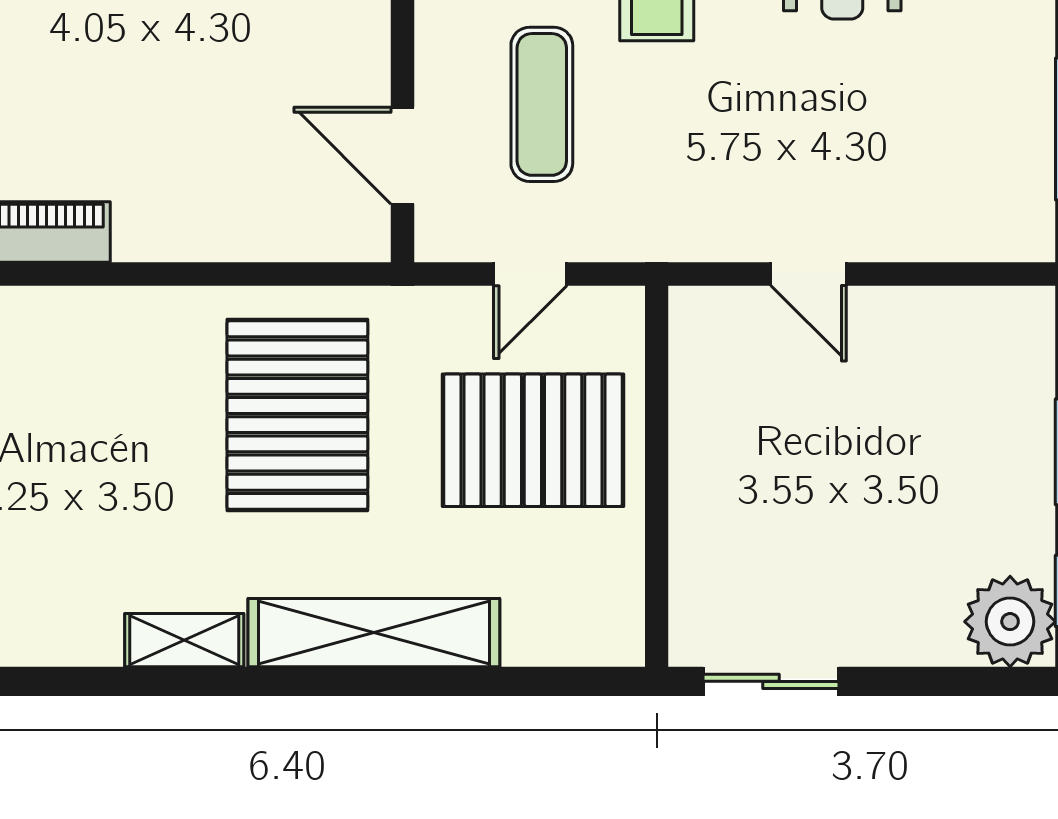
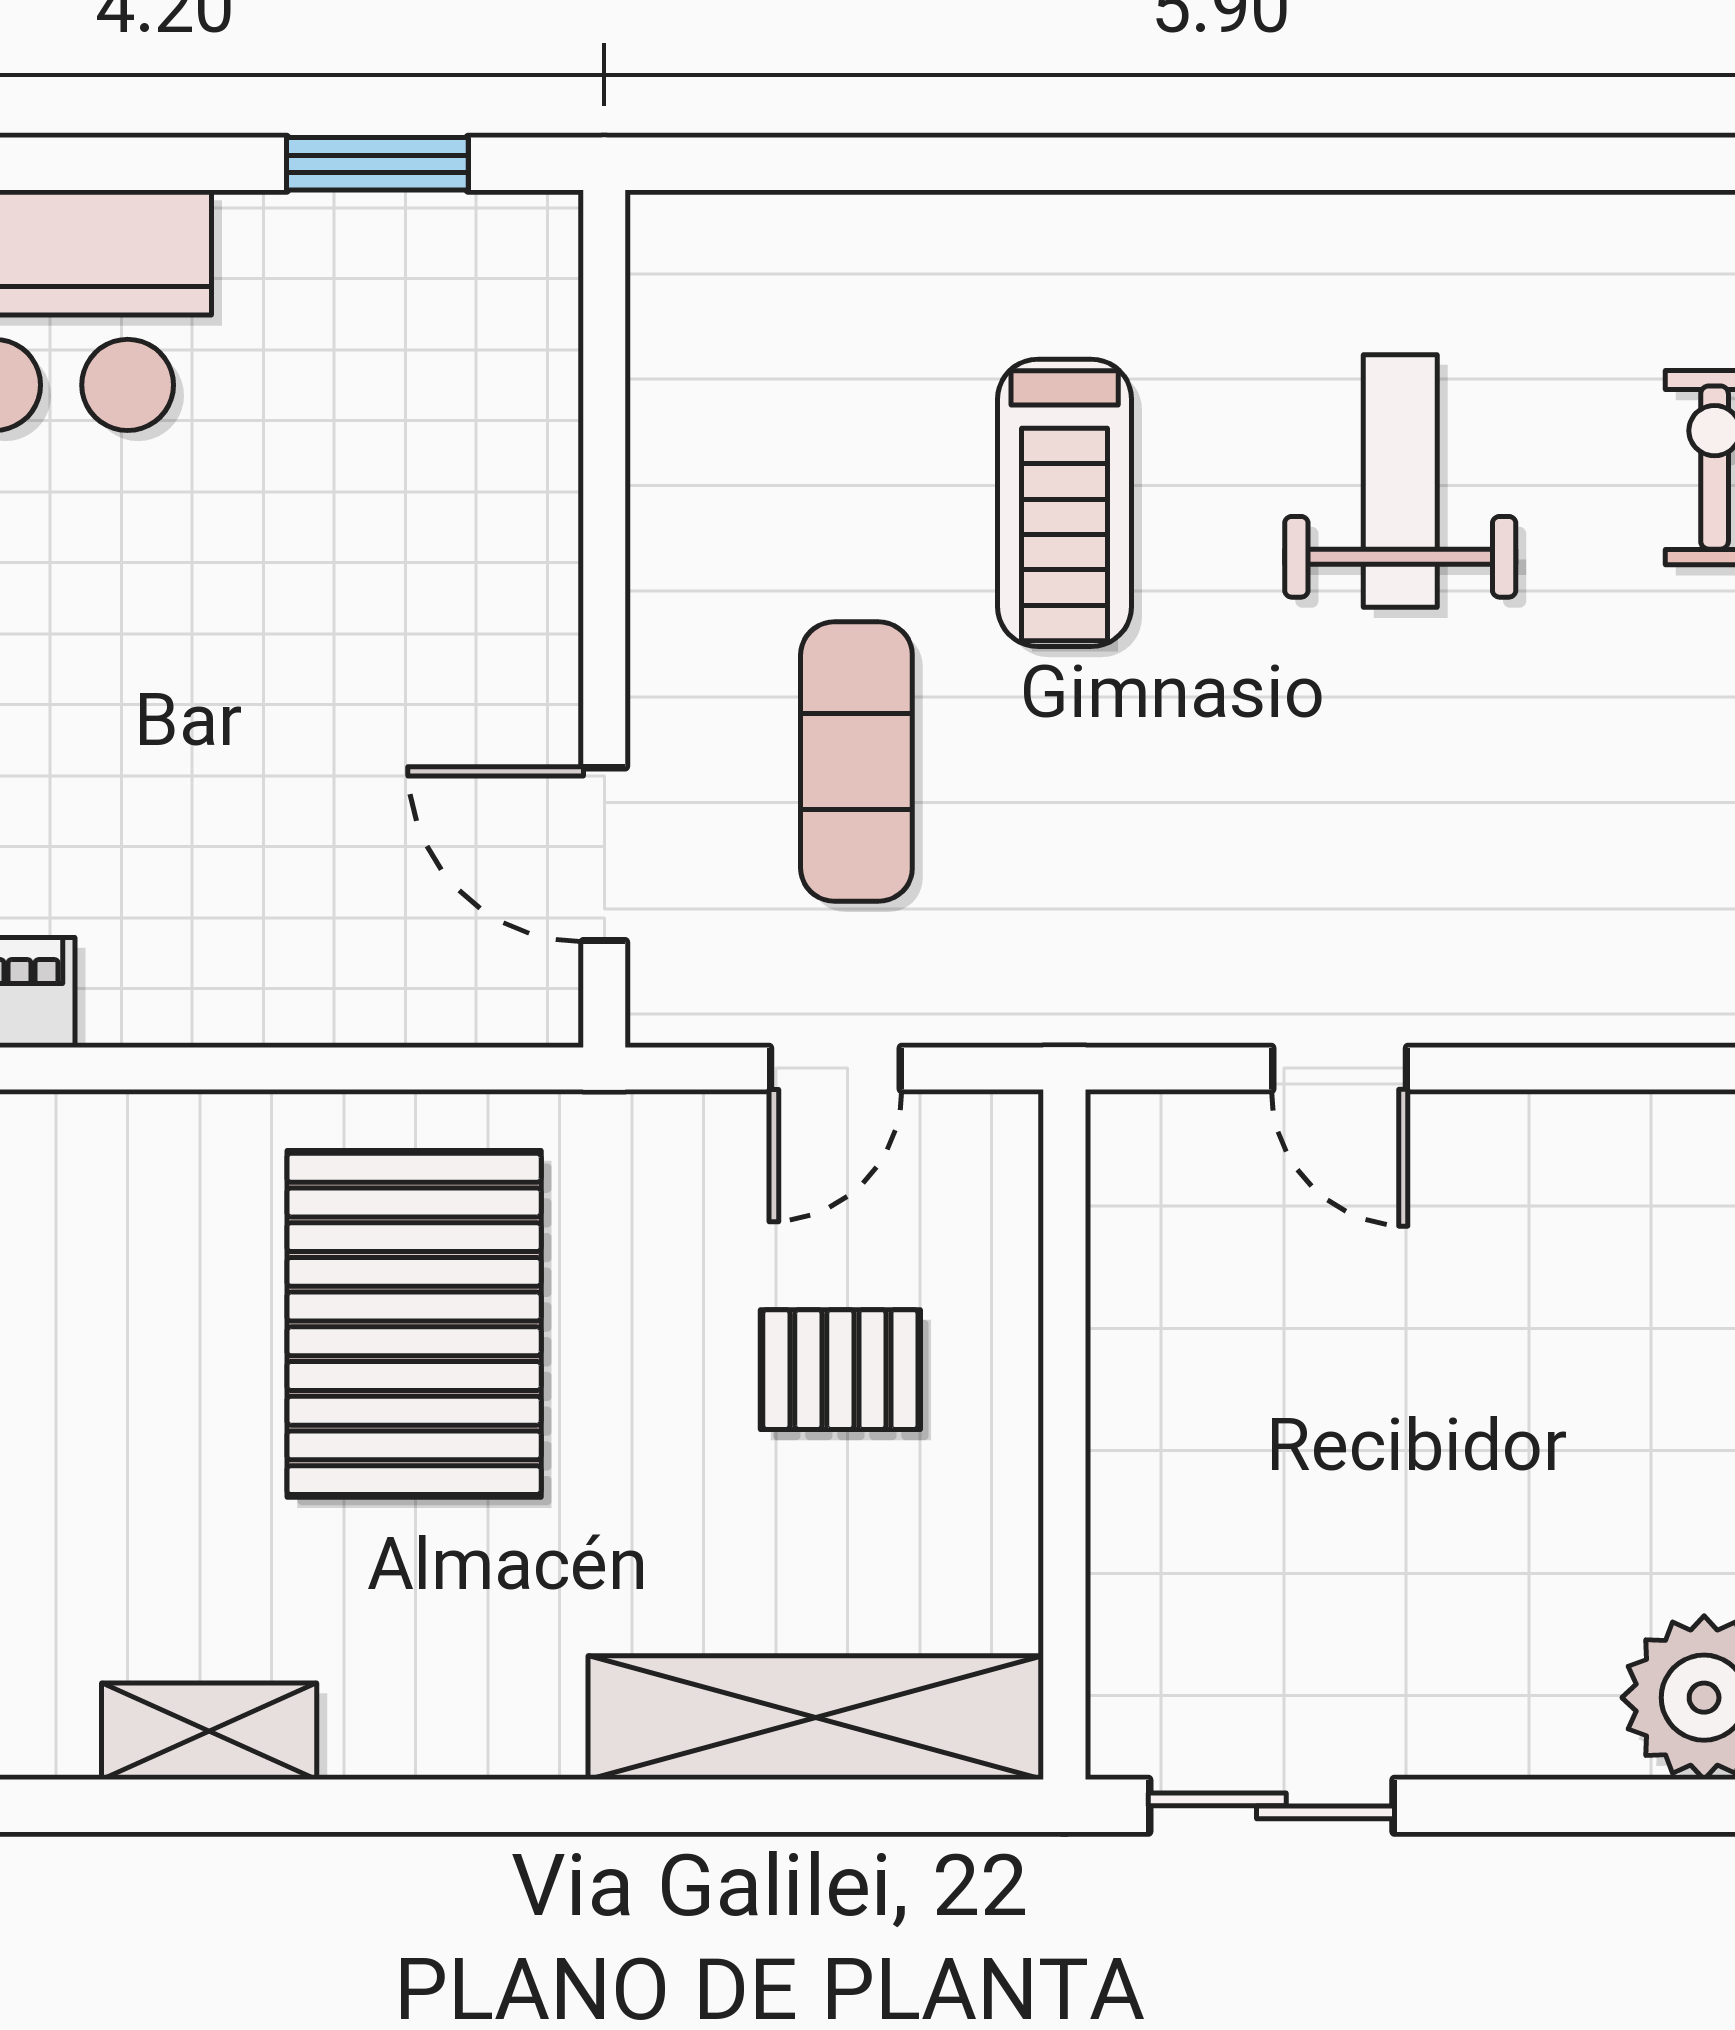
pallet: (533, 440) -> (840, 1370), width x0.49, depth x0.50
shelving: (374, 633) -> (816, 1718), moved

